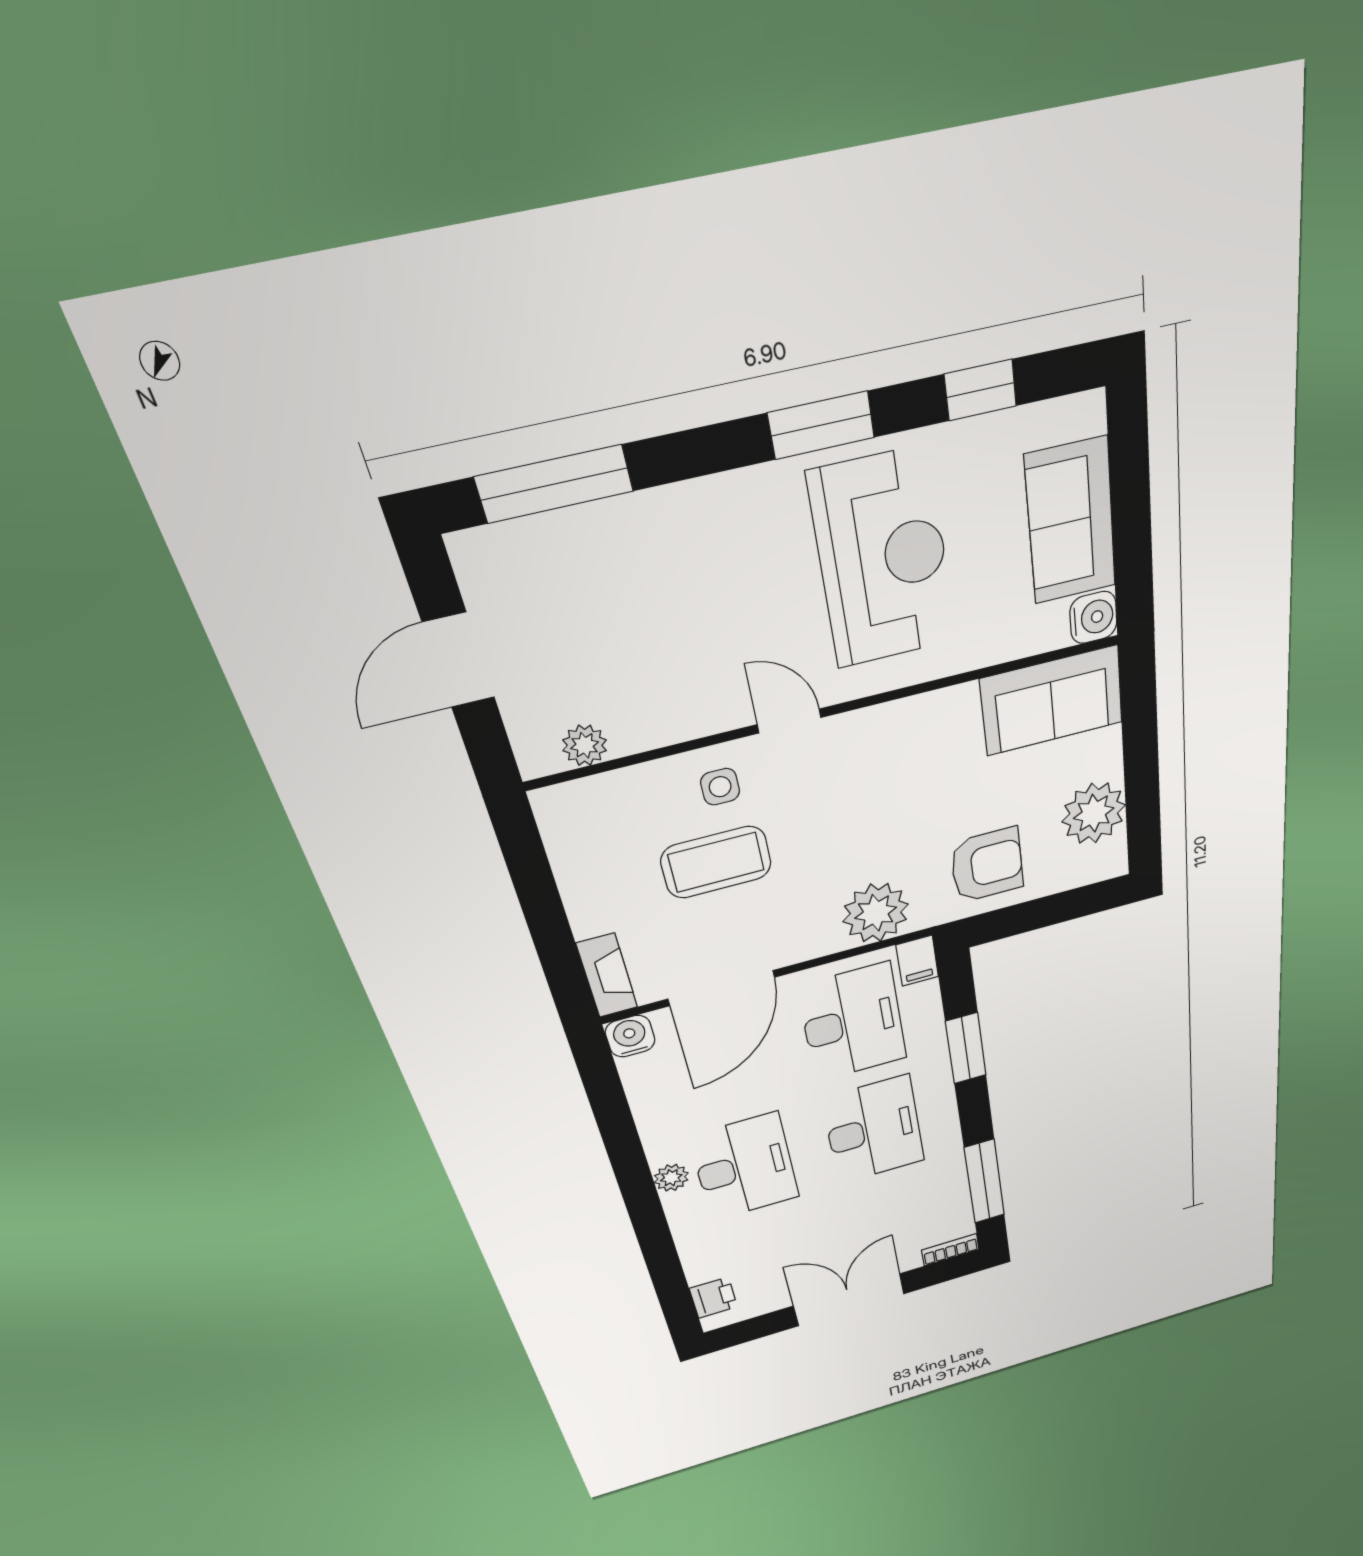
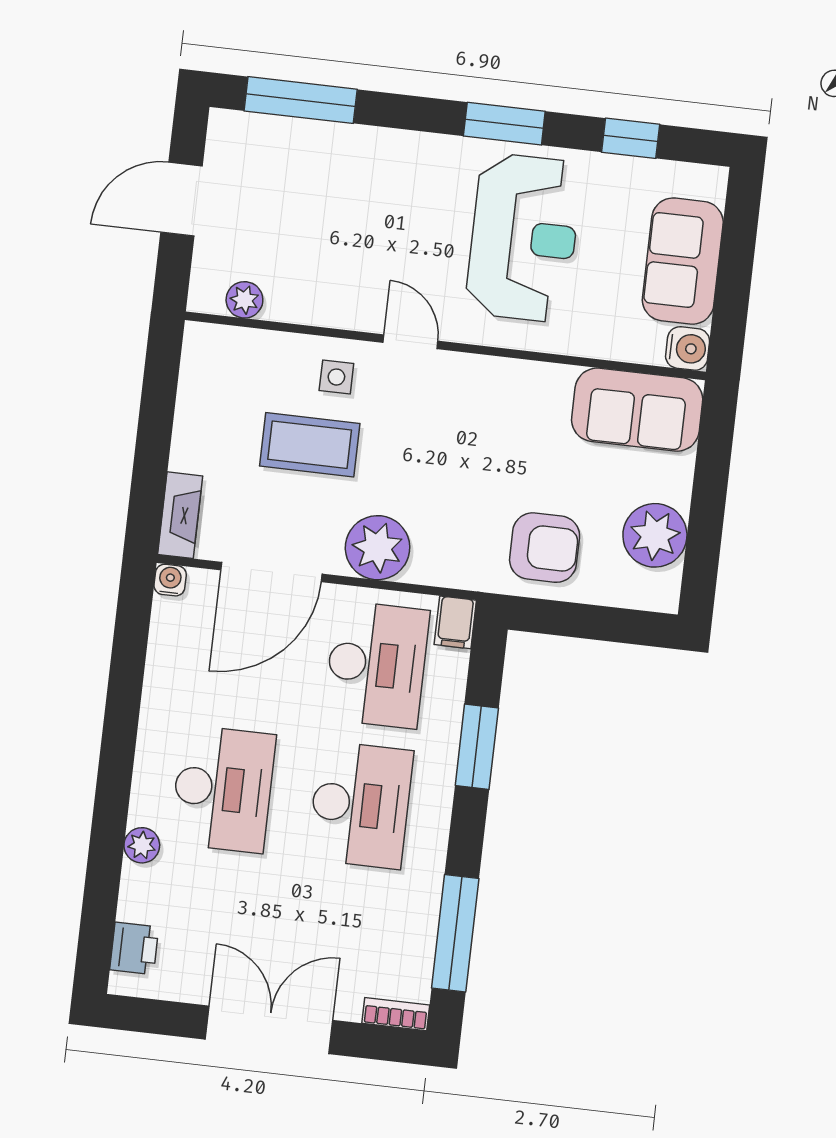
plant: (876, 913) -> (378, 548), moved
water cooler: (630, 1036) -> (170, 580), width x0.72, depth x0.72
plant: (671, 1178) -> (142, 845), moved

